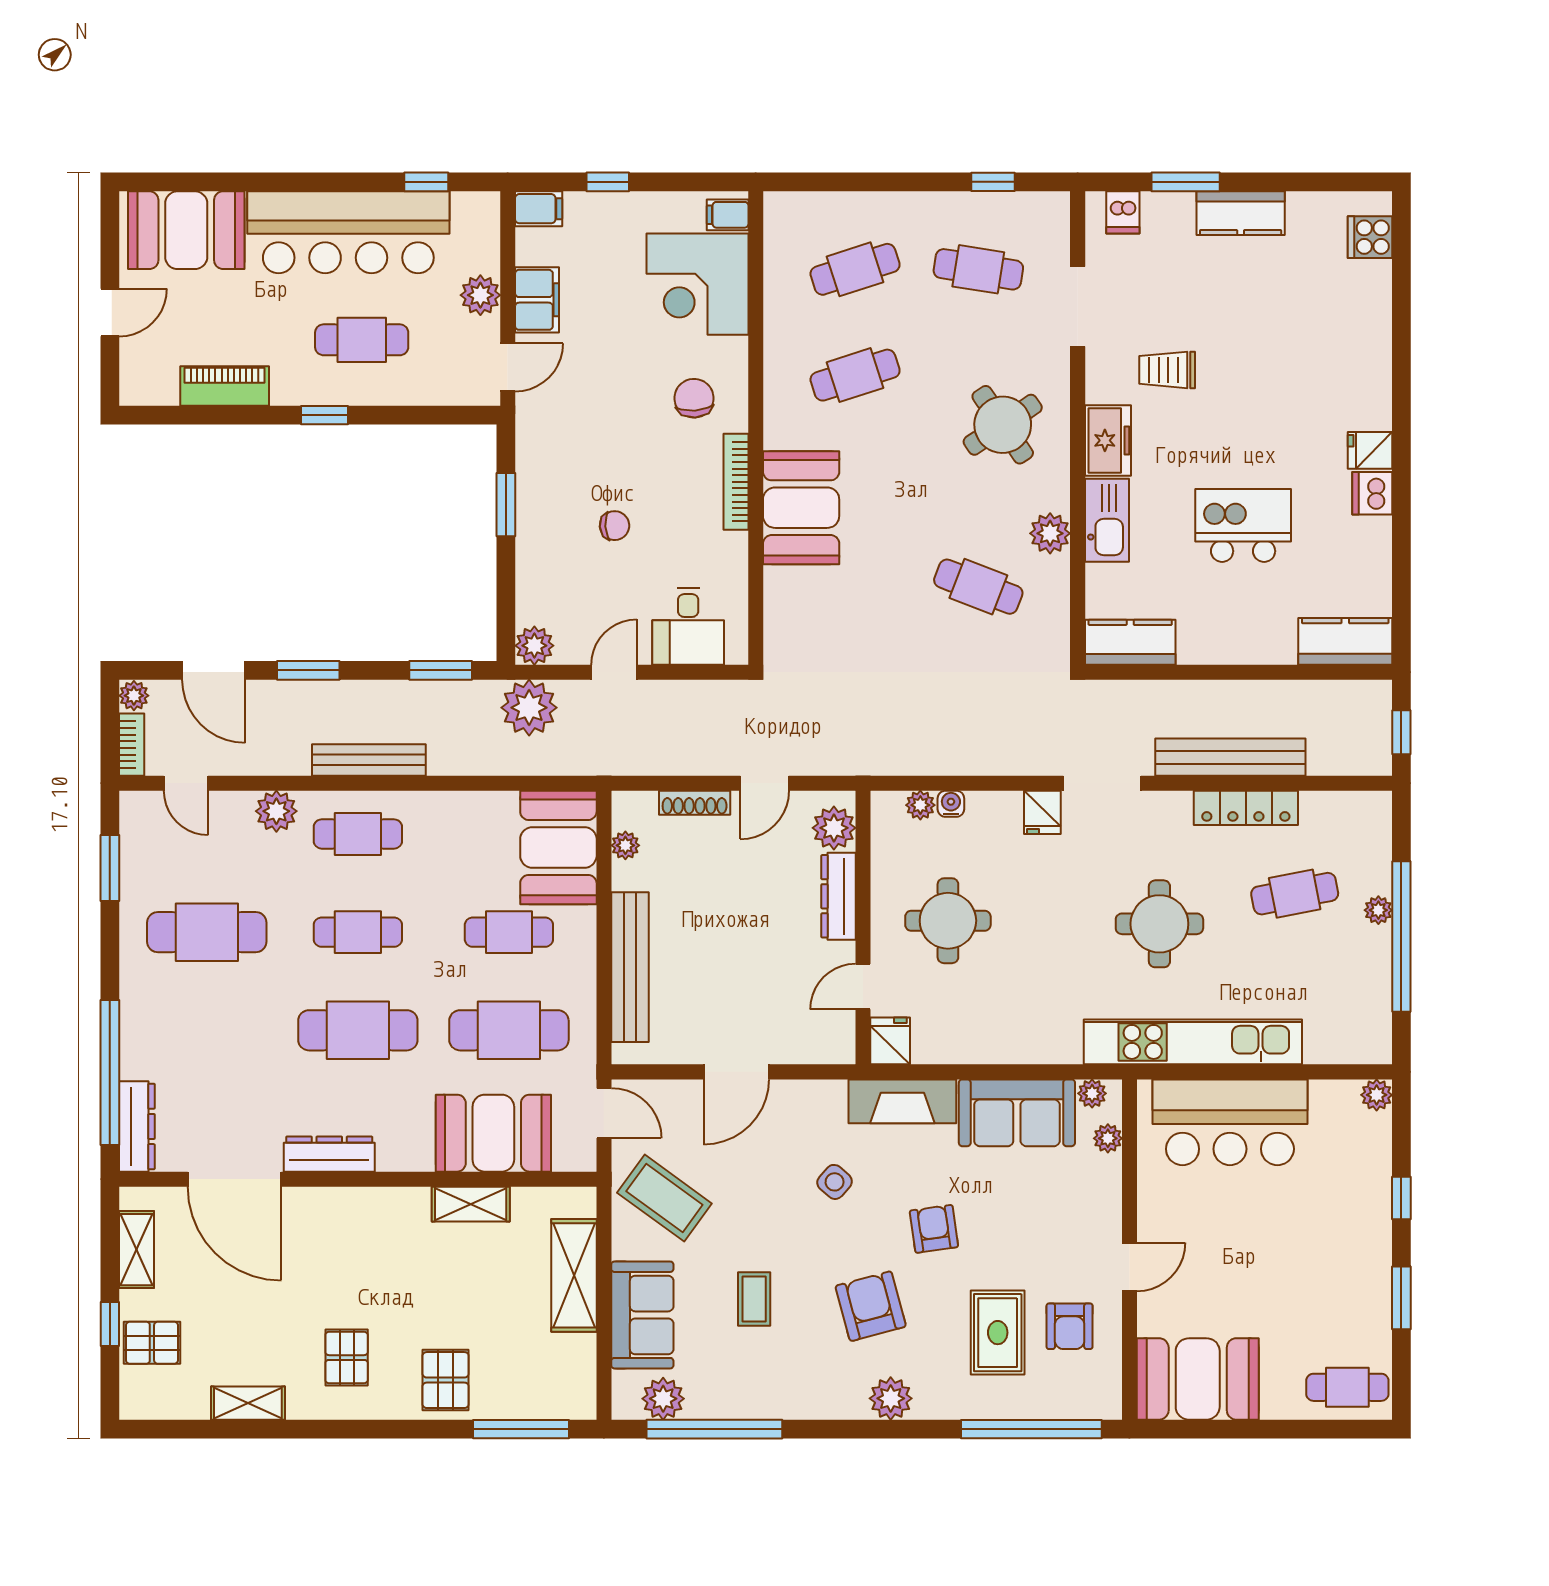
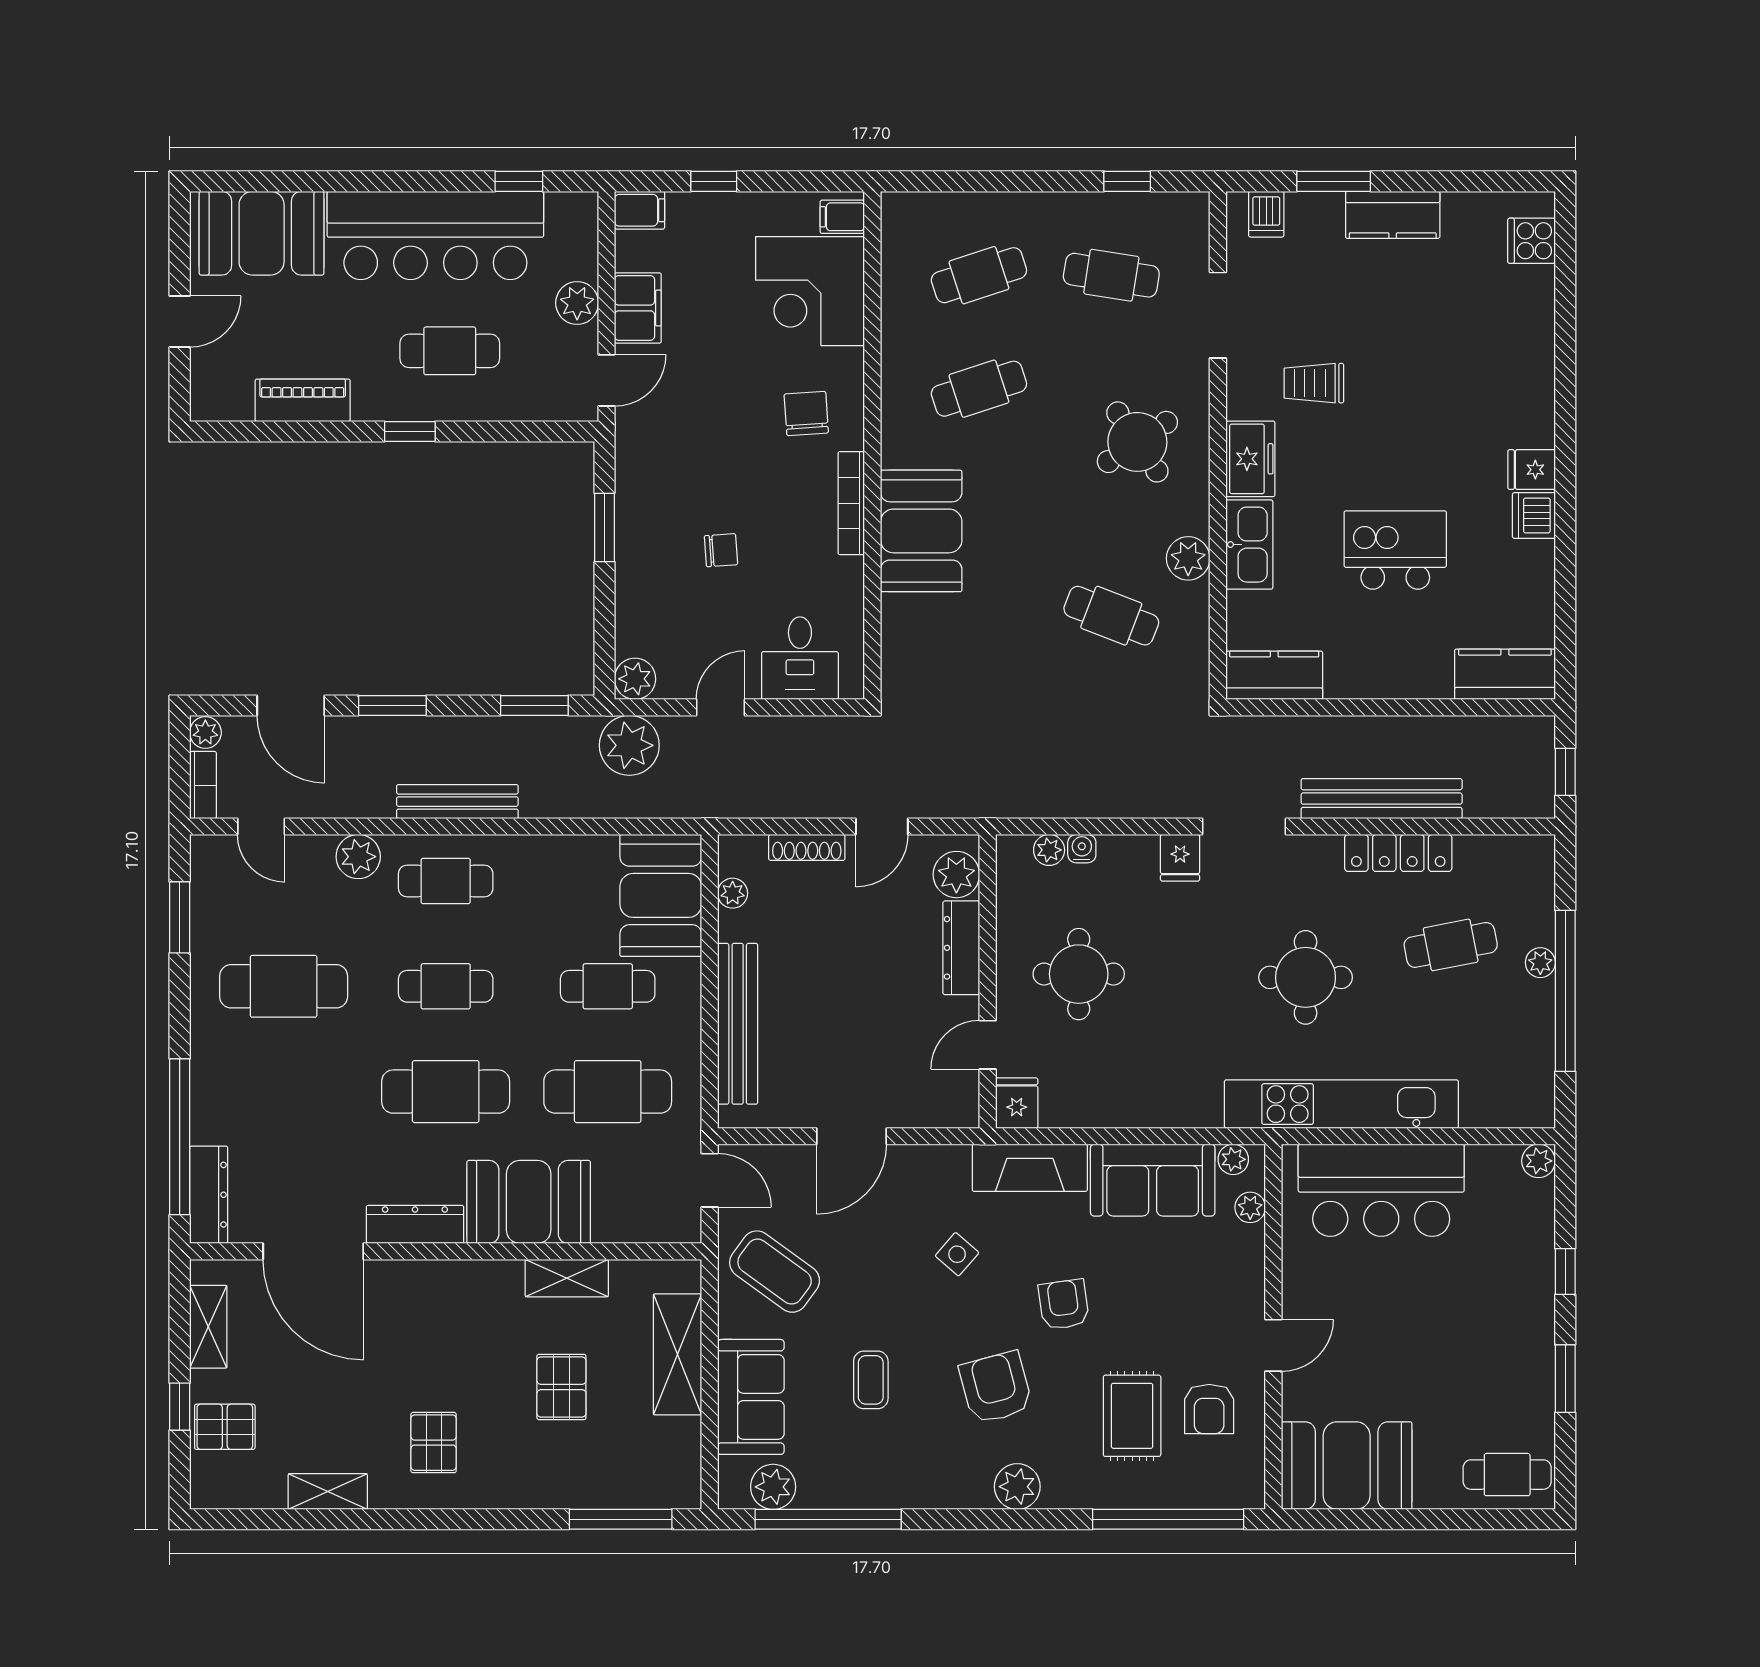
booth: (493, 1133) -> (529, 1202), moved
pallet: (446, 1380) -> (561, 1387), moved

